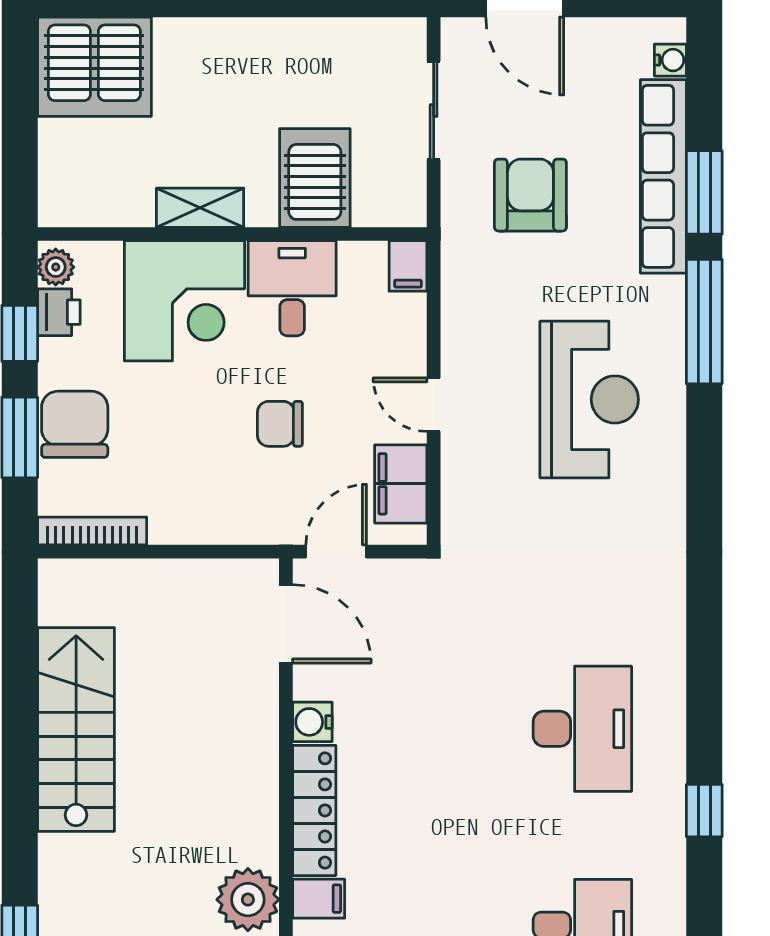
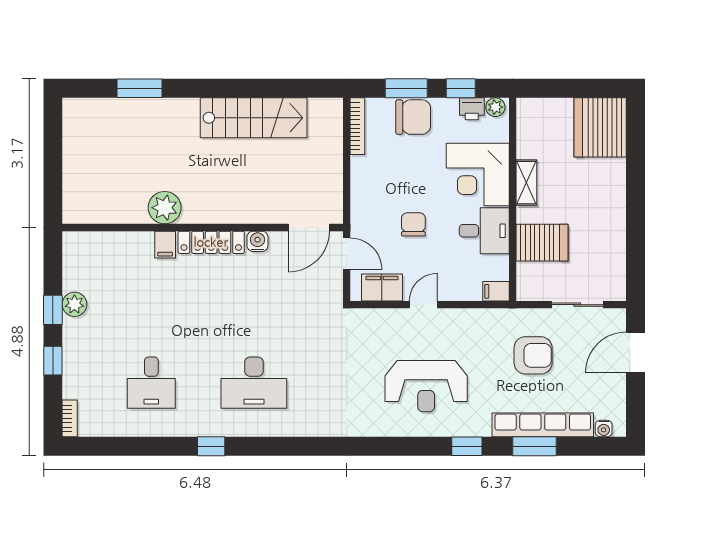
window: (704, 322) -> (467, 446), width x0.46

